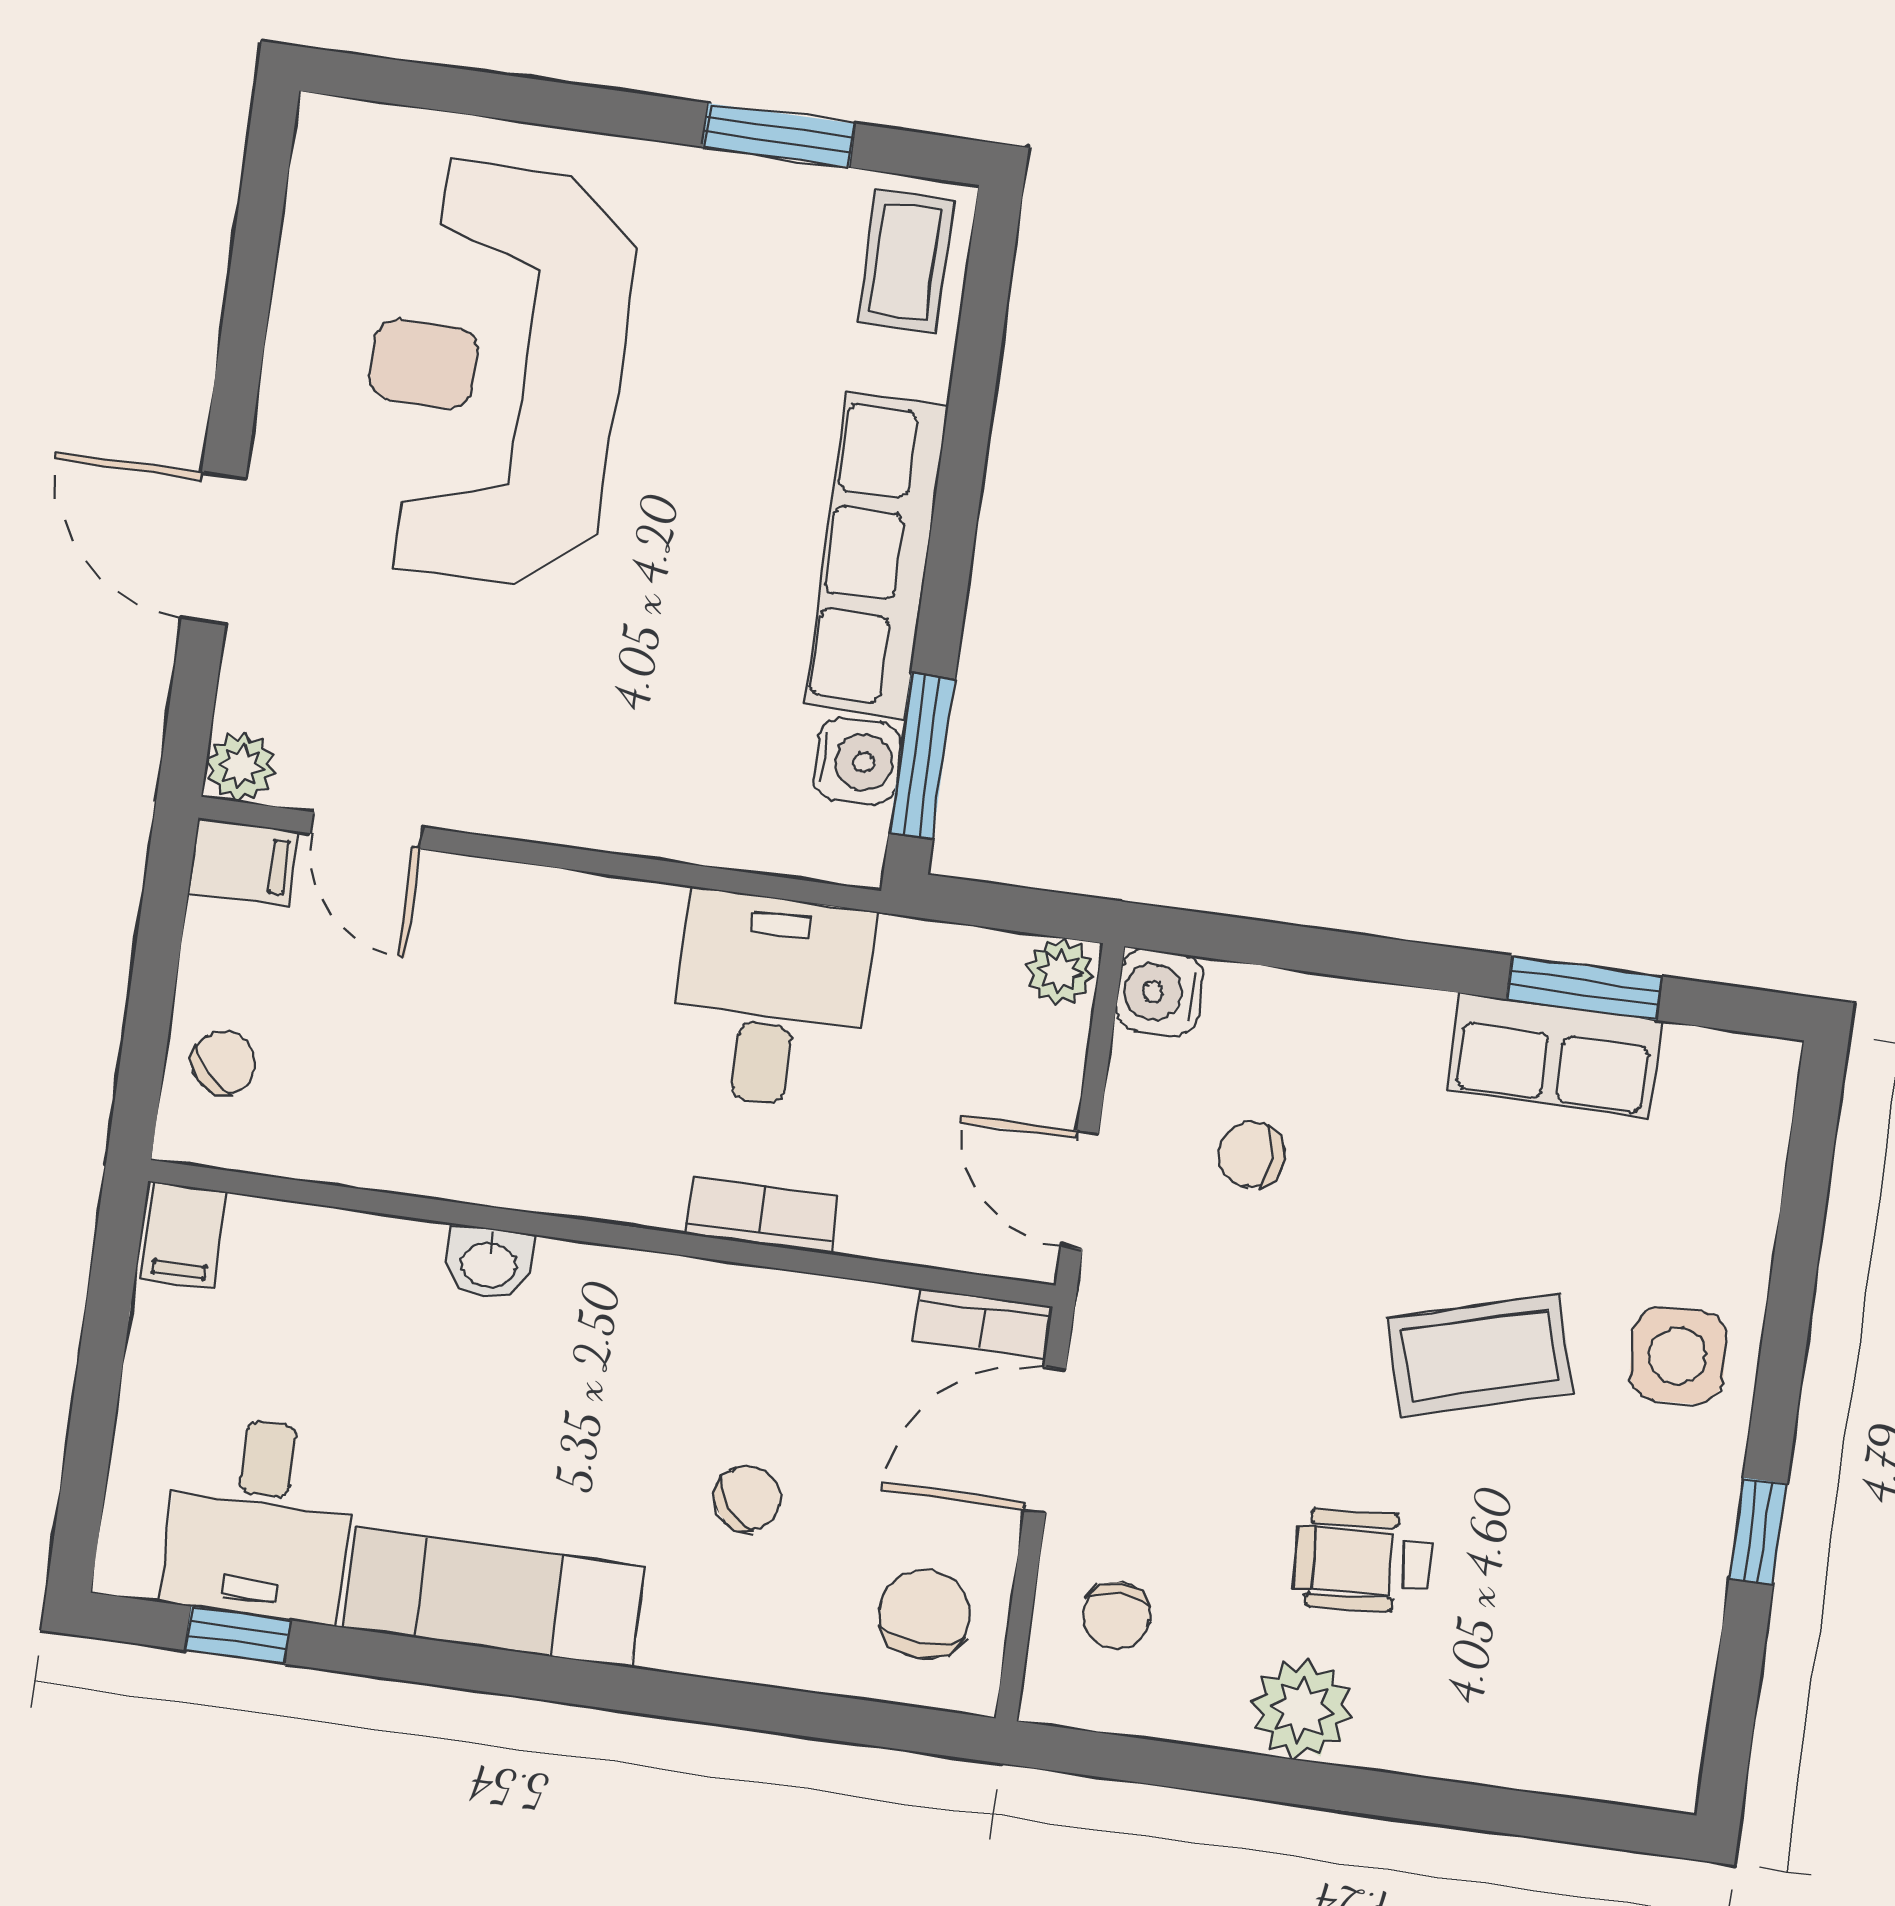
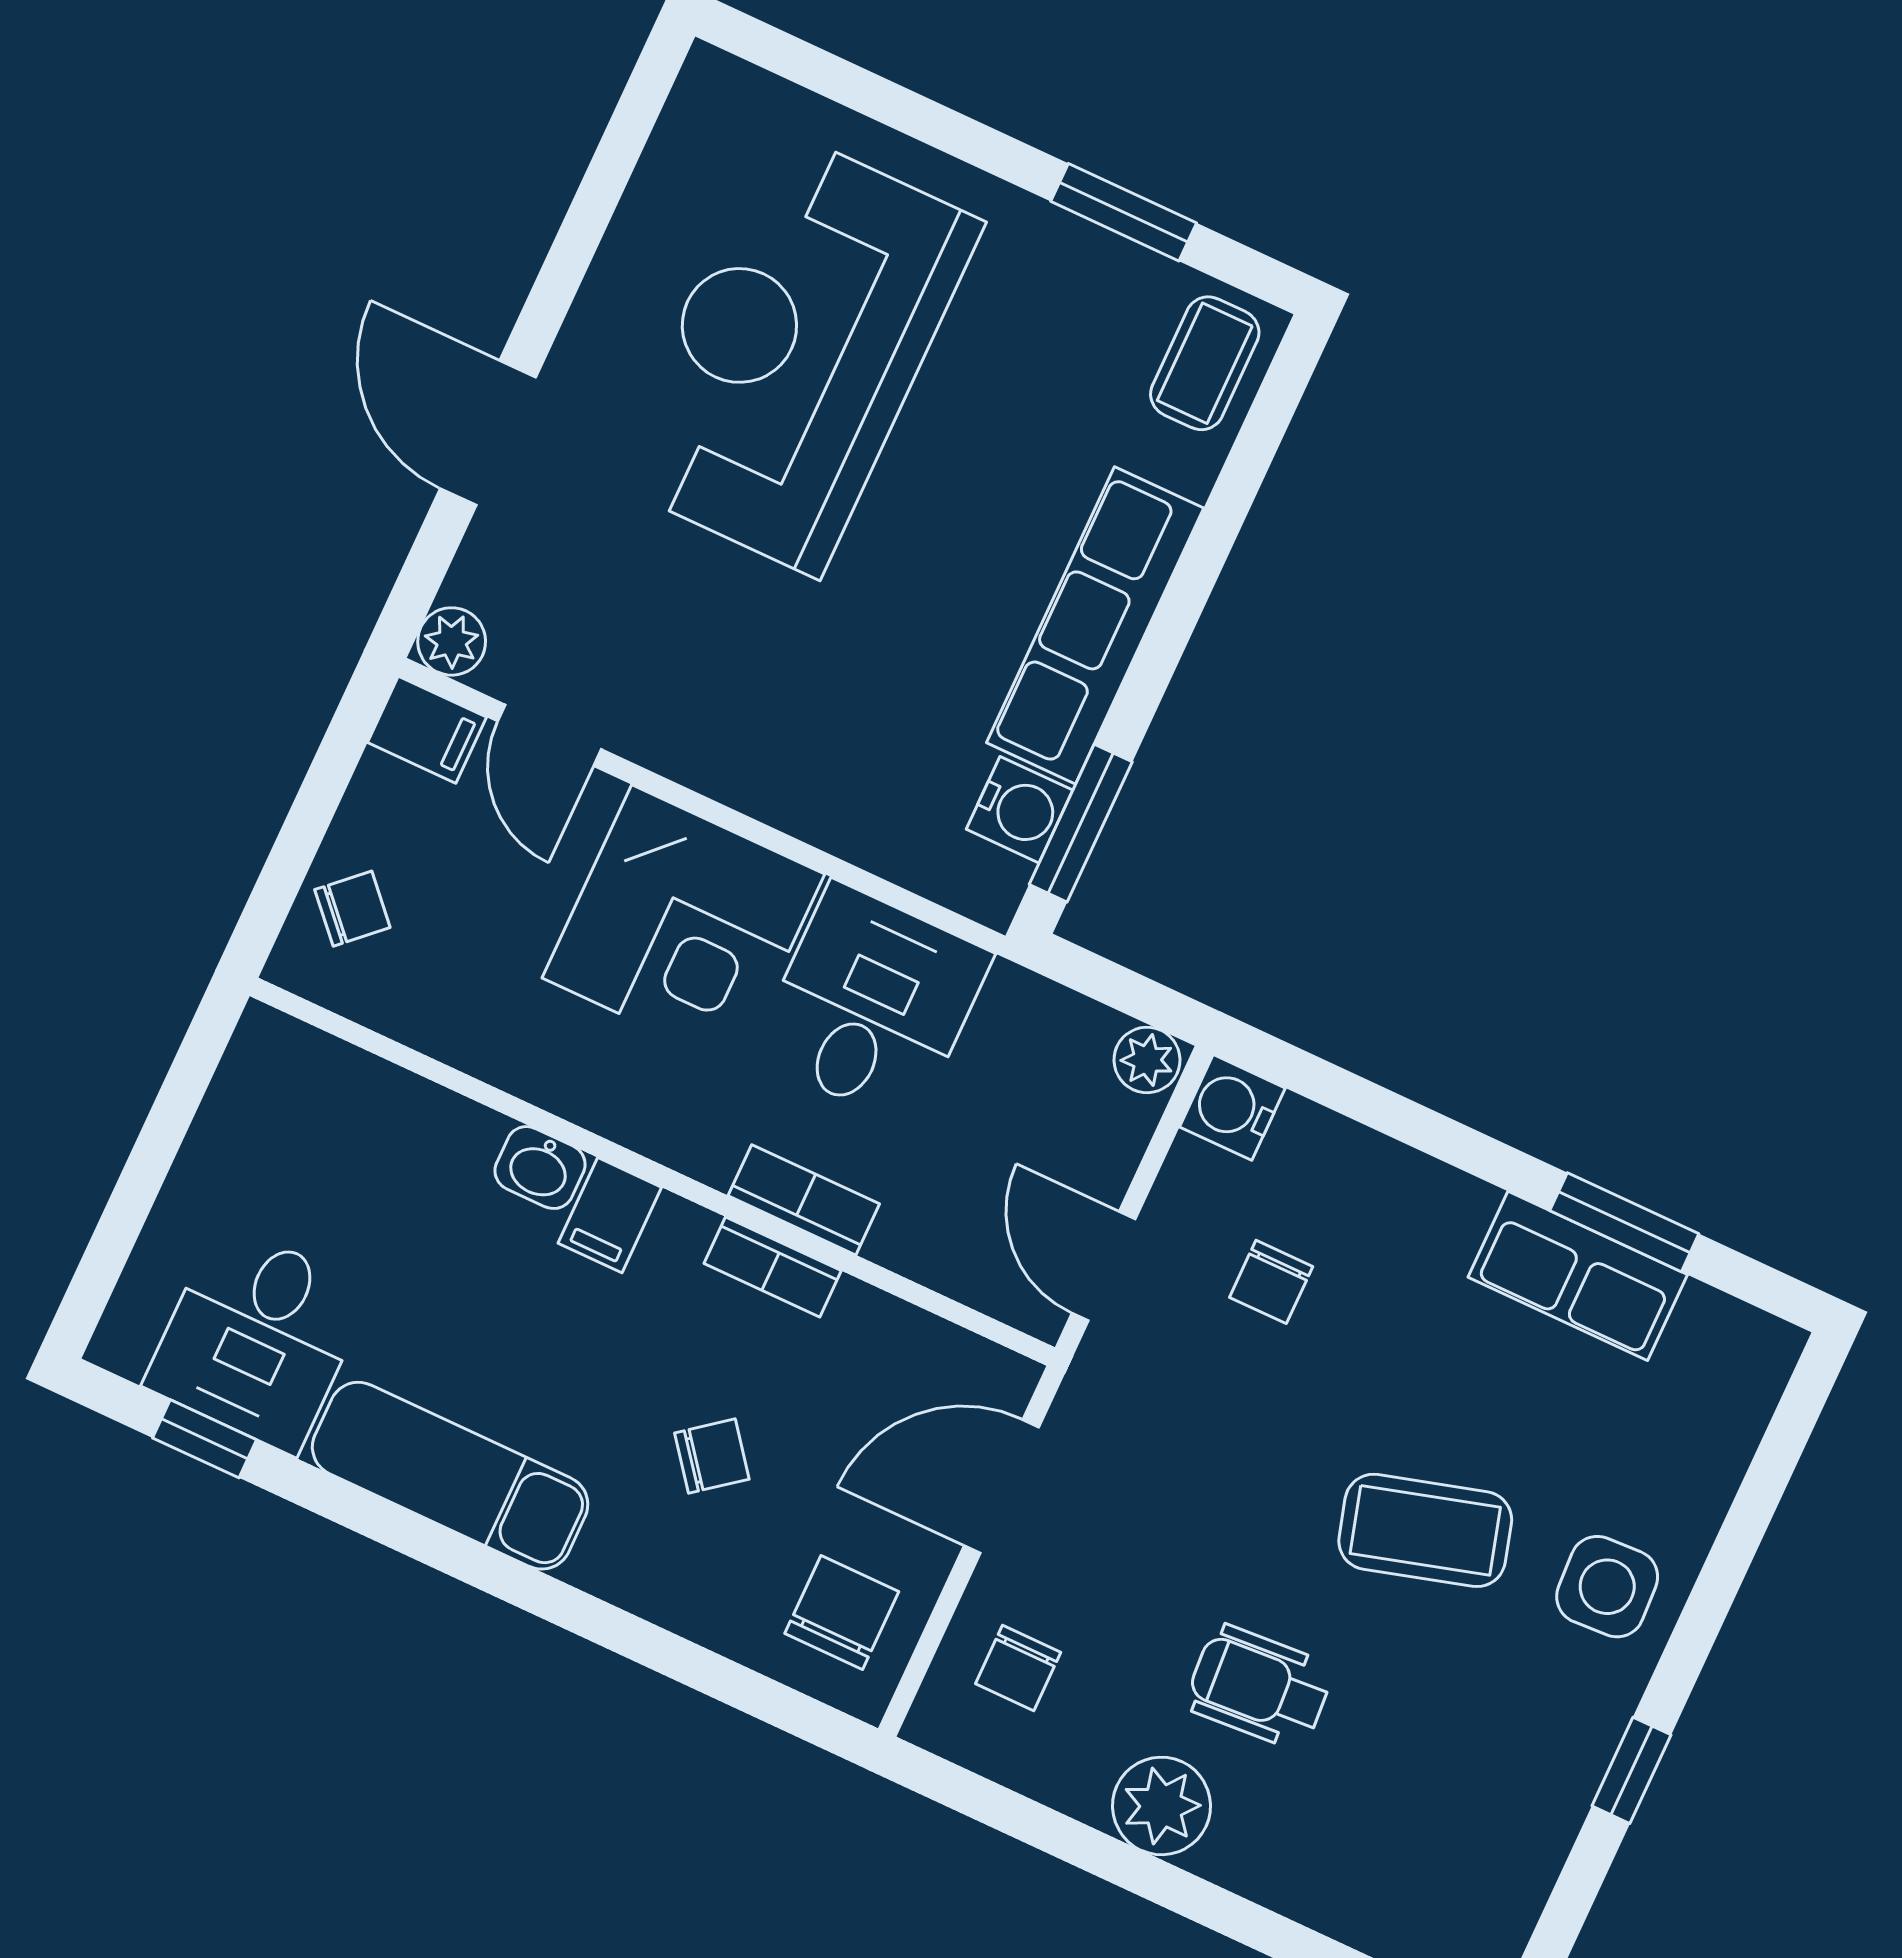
corner desk: (558, 979) -> (683, 926), added
chair: (1251, 1155) -> (1271, 1282), turned -90
filing cabinet: (184, 1235) -> (610, 1215), moved
bookcase: (983, 1324) -> (773, 1267), moved

